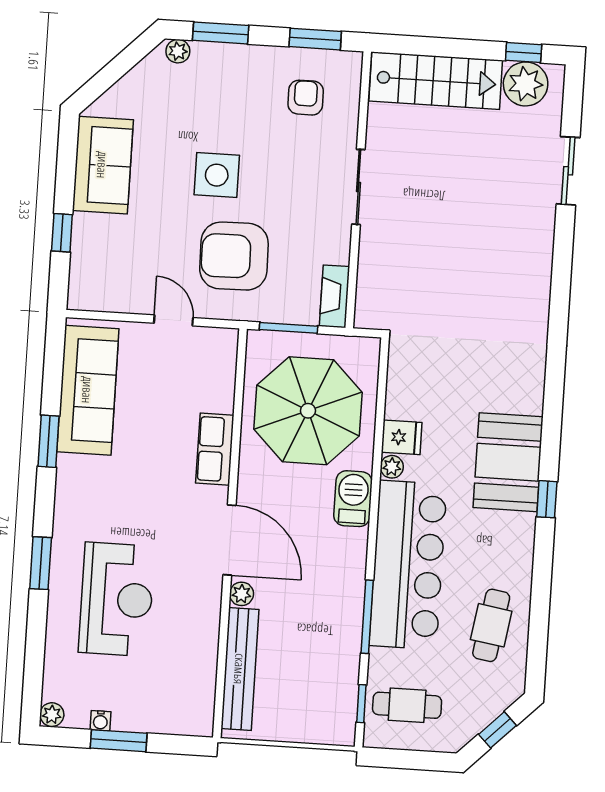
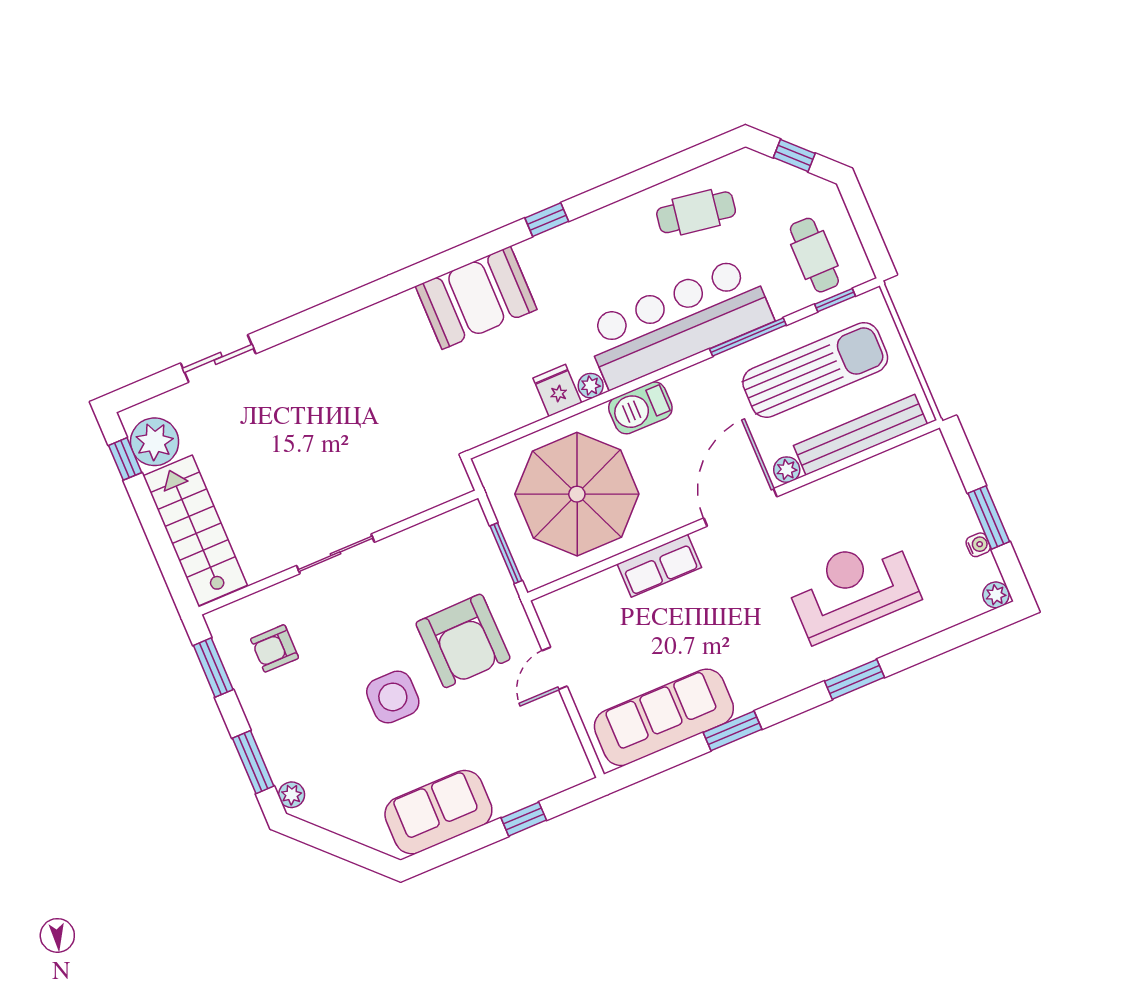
fireplace: (335, 296) -> (453, 524), removed
booth: (508, 462) -> (476, 298), moved
sun lounger: (312, 659) -> (815, 370), added

